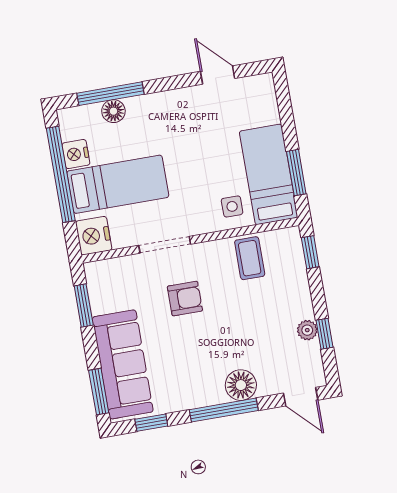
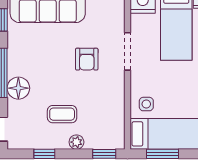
coffee table: (250, 258) -> (62, 114), moved
plant: (307, 330) -> (76, 142), moved

